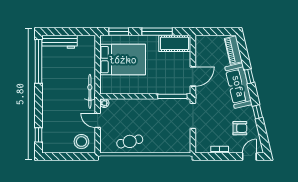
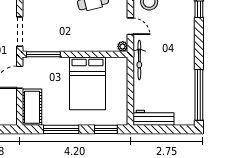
workbench: (60, 42) -> (153, 118), moved
cot: (174, 43) -> (32, 107), moved, turned 90
bed: (123, 60) -> (87, 83), moved, turned -90

